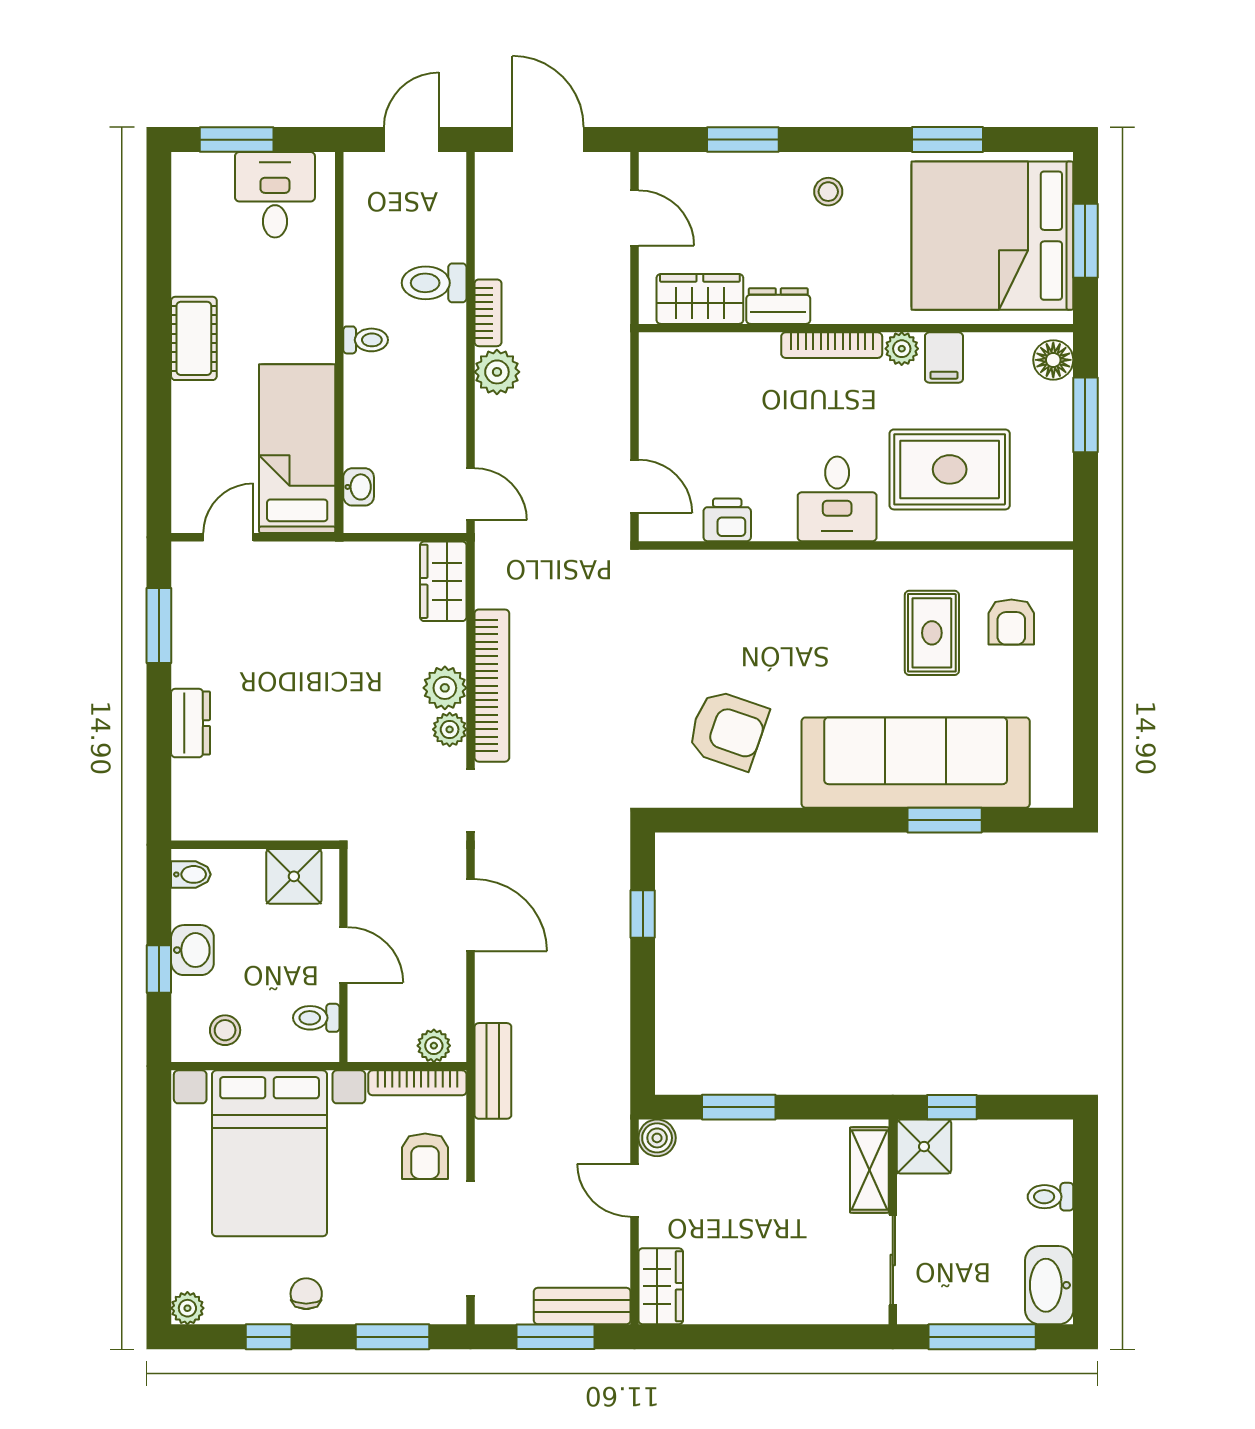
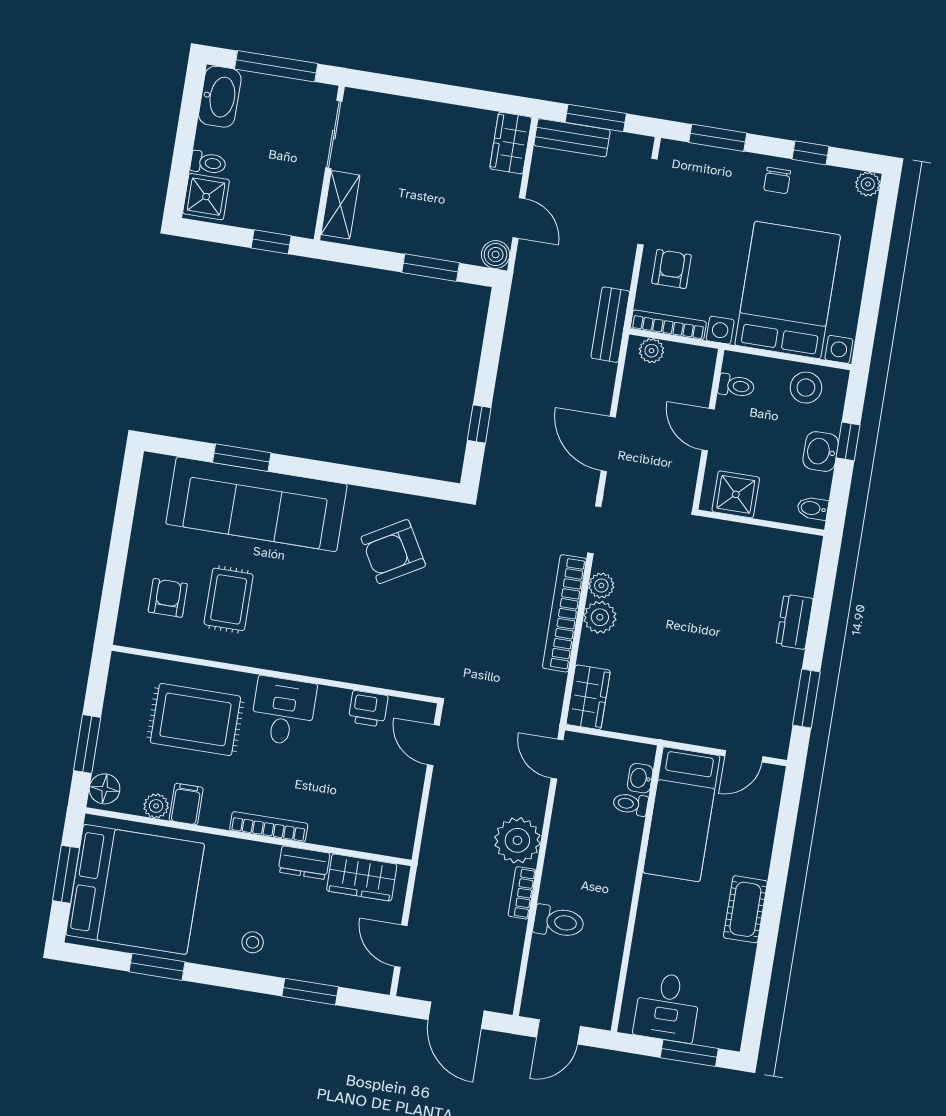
toilet: (366, 340) -> (630, 804), moved
plant: (902, 349) -> (156, 806), moved
plant: (497, 372) -> (517, 840), width x1.36, depth x1.36
armchair: (728, 730) -> (393, 552), turned -49
stool: (225, 1030) -> (806, 388), width x1.37, depth x1.37
shower: (924, 1147) -> (206, 197), moved

